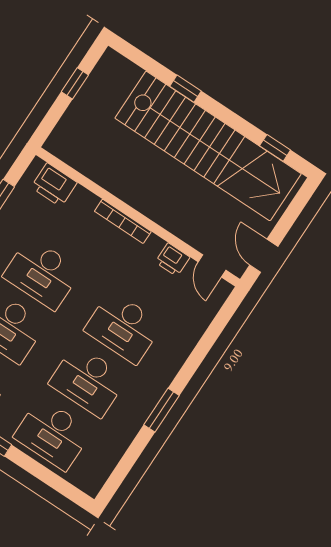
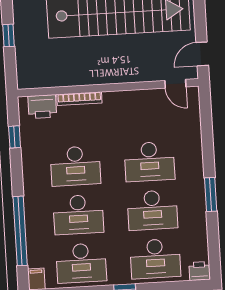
bookcase: (123, 221) -> (79, 99), moved
door: (264, 256) -> (202, 54), hinge flipped
printer: (172, 260) -> (199, 271), moved, turned 180

